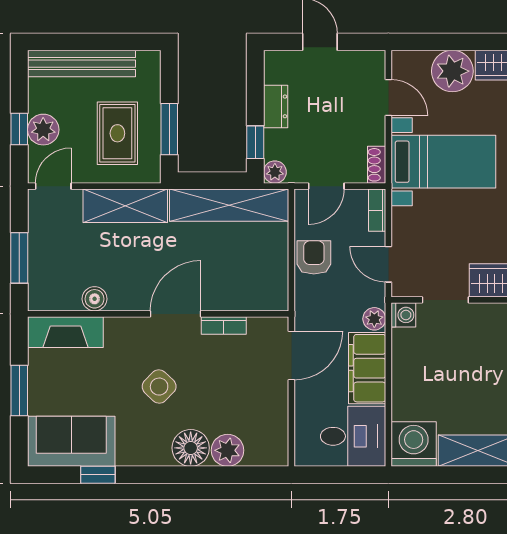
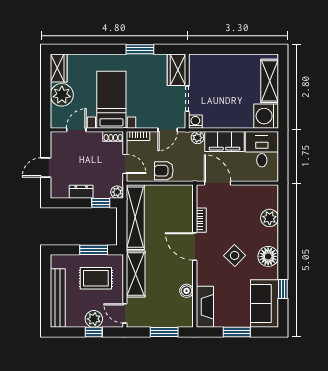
floor lamp: (191, 448) -> (268, 256), moved

